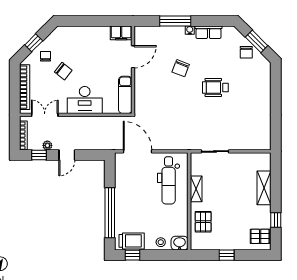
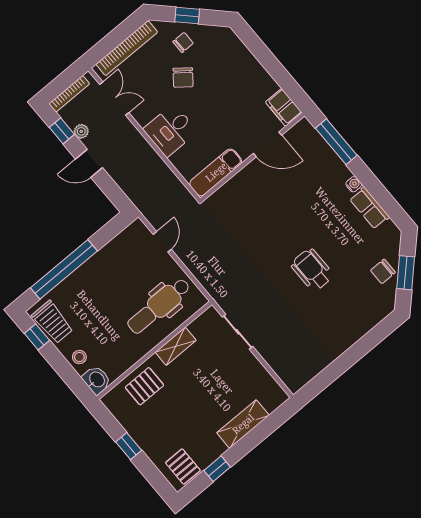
window: (175, 21) -> (336, 142), moved
chair: (181, 68) -> (301, 211), removed
desk: (85, 100) -> (170, 130), width x0.73
door: (138, 151) -> (162, 242), width x0.53

